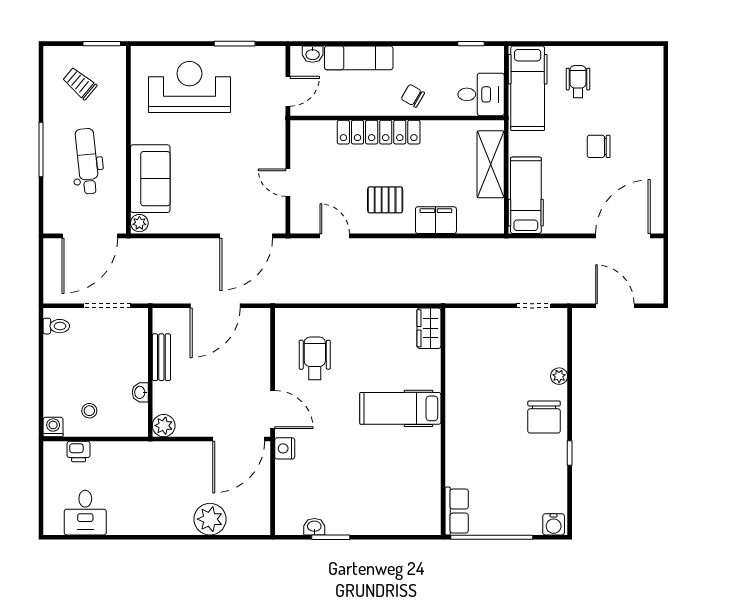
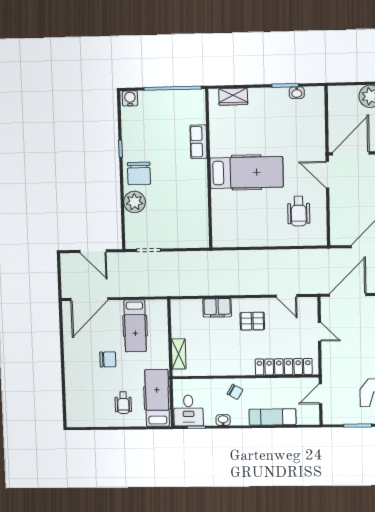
washbasin: (313, 54) -> (223, 420), moved
desk: (481, 94) -> (188, 411), moved, turned -90
locker: (379, 132) -> (284, 367), moved
shelving: (491, 164) -> (179, 354), width x0.67, depth x0.75
hospital bed: (526, 195) -> (135, 326), moved
wardrobe: (429, 328) -> (233, 97), moved, turned 90
plant: (559, 376) -> (135, 202), width x1.88, depth x1.88
hospital bed: (400, 408) -> (247, 172), width x1.37, depth x1.29
chair: (544, 417) -> (139, 173), turned 180
nightstand: (285, 448) -> (319, 148), removed
row of seats: (457, 511) -> (198, 142), moved

